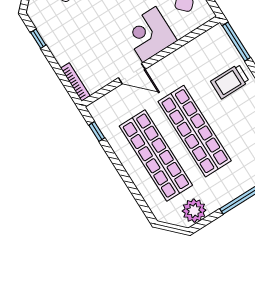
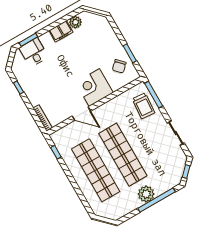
trolley: (230, 81) -> (143, 106), moved, turned -85
plant: (194, 211) -> (146, 194), moved

